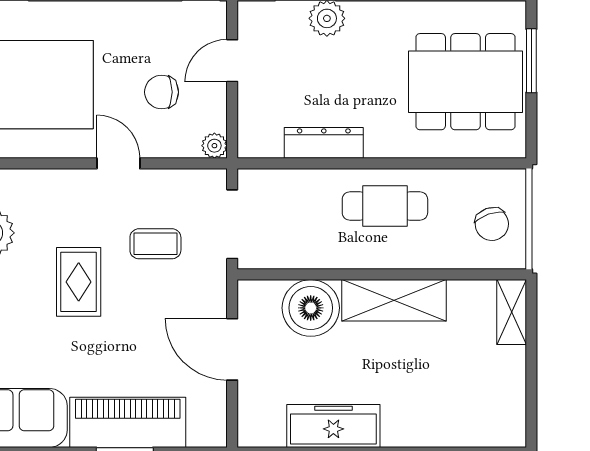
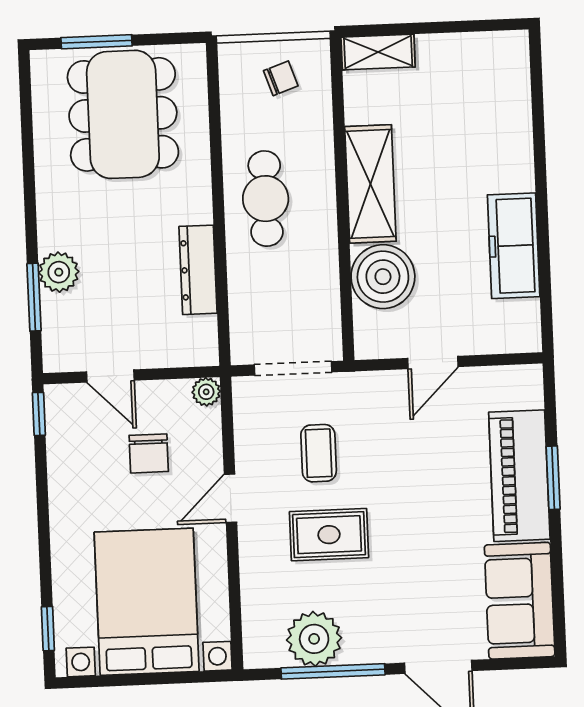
chair: (492, 224) -> (281, 78), width x0.73, depth x0.73
rug: (79, 282) -> (329, 535), moved
door: (232, 349) -> (433, 362), width x0.73

